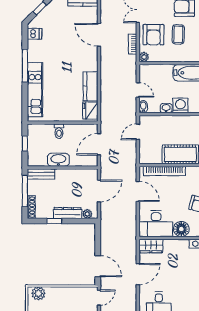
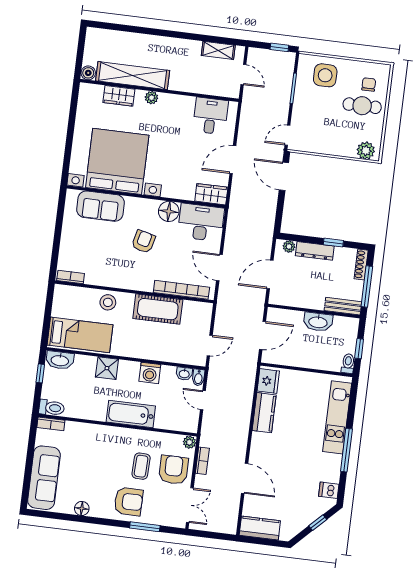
washbasin: (166, 108) -> (184, 374), moved
toilet: (59, 131) -> (348, 363), moved

